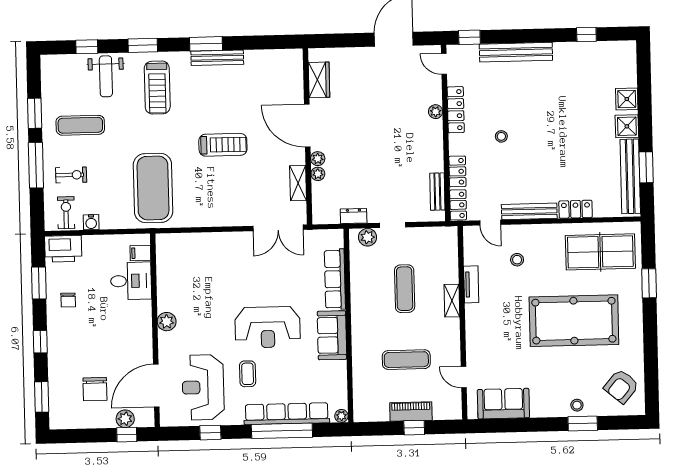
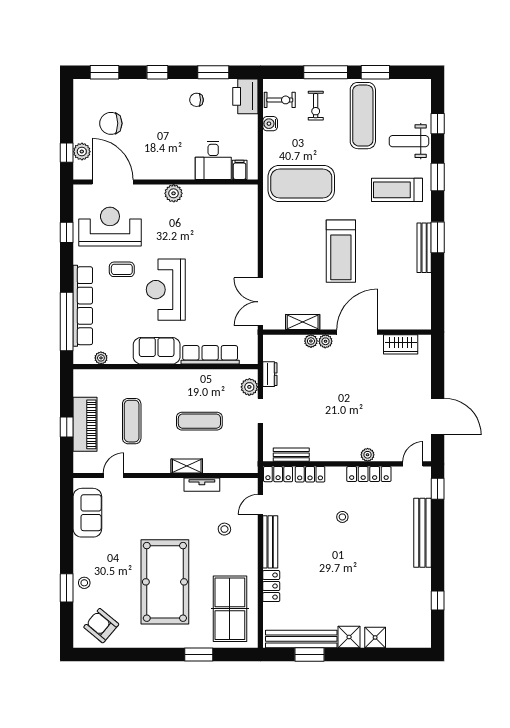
exercise mat: (80, 125) -> (363, 116), width x1.36, depth x1.45
treadmill: (223, 145) -> (341, 251), width x1.37, depth x1.38
piano: (411, 411) -> (85, 424), width x1.37, depth x1.33
plant: (341, 416) -> (101, 358), moved
window: (282, 431) -> (67, 322), moved

